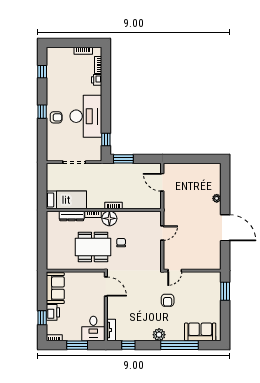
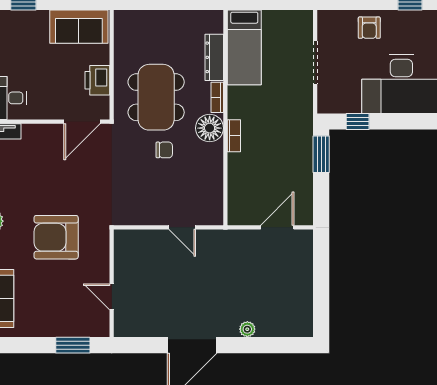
armchair: (56, 117) -> (369, 28), moved
door: (175, 271) -> (112, 297), moved
armchair: (168, 300) -> (56, 237), width x1.88, depth x1.88
printer: (53, 312) -> (97, 80), moved, turned 90

